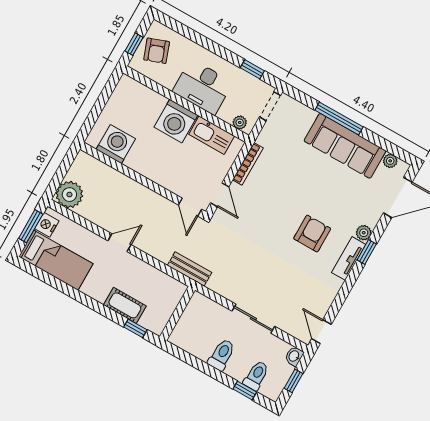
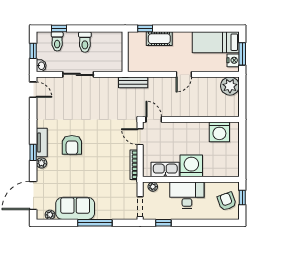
sofa: (345, 146) -> (75, 208), width x0.73

